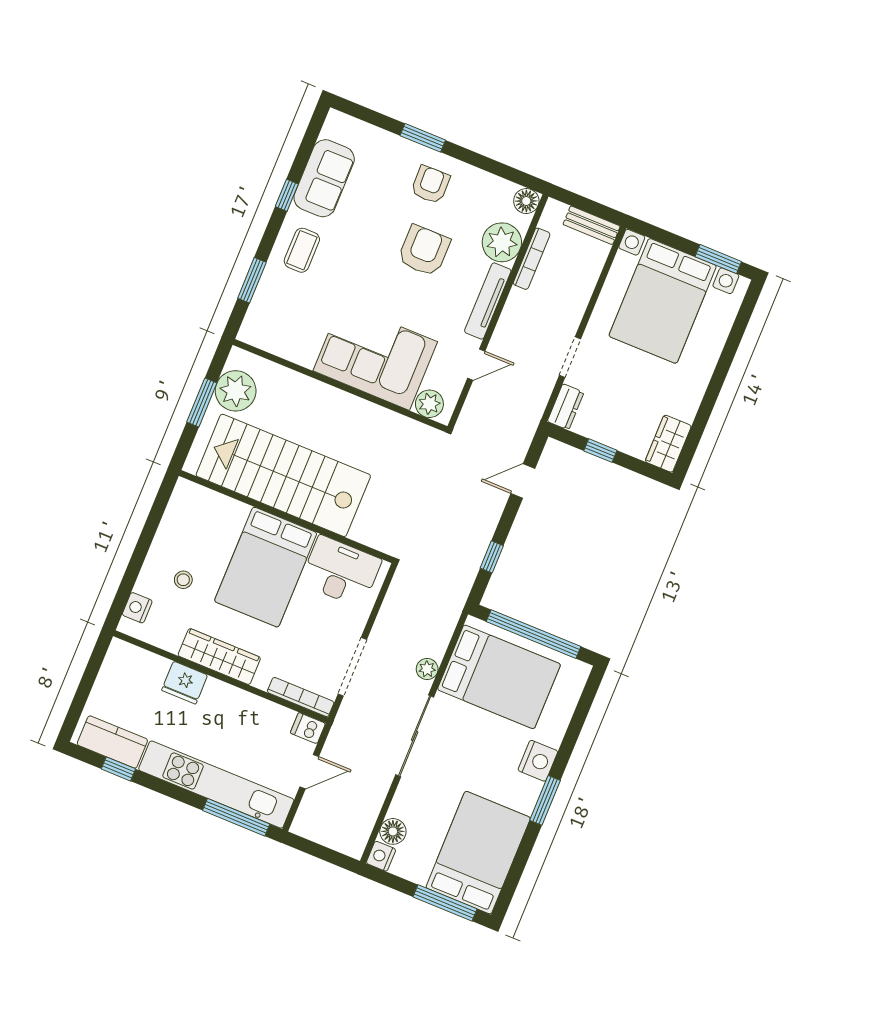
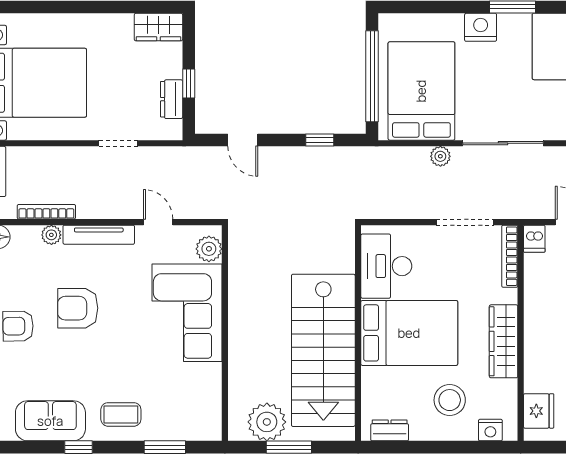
plant: (502, 242) -> (51, 235), width x0.53, depth x0.53
dresser: (566, 407) -> (172, 99), moved, turned -90
dresser: (178, 508) -> (390, 430), added
stool: (183, 580) -> (450, 400), width x1.89, depth x1.89
fridge: (185, 683) -> (539, 411), moved

